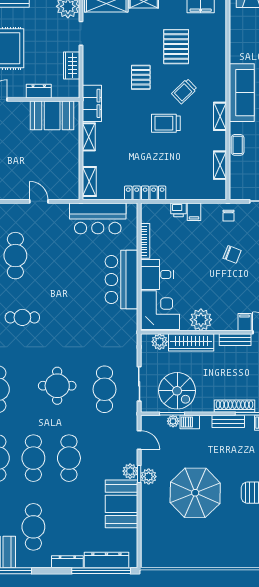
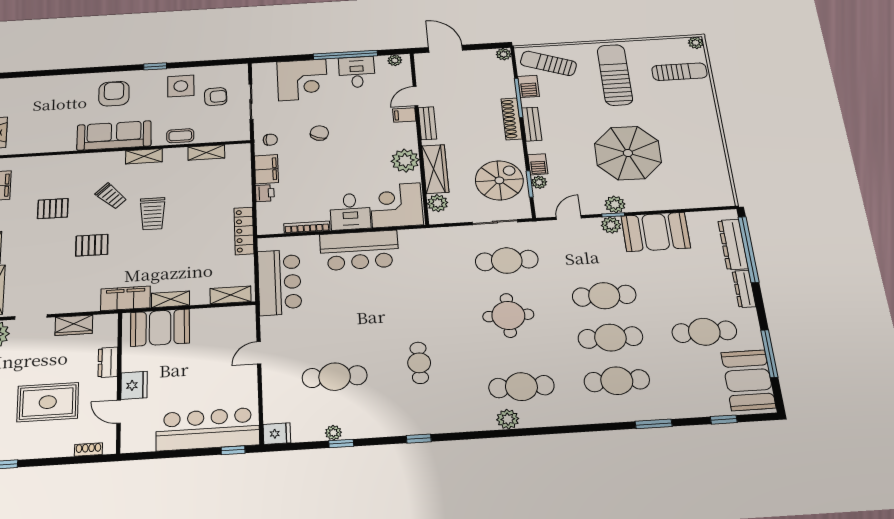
pallet: (176, 47) -> (53, 209), width x0.67, depth x0.71
fridge: (18, 110) -> (134, 385), added
booth: (52, 115) -> (160, 328), moved, turned 90
filing cabinet: (194, 212) -> (266, 169), width x2.00

